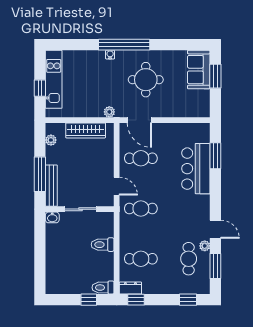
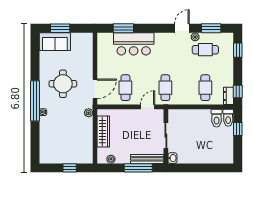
kitchen unit: (54, 79) -> (63, 157), removed
toilet: (103, 245) -> (217, 118), moved

